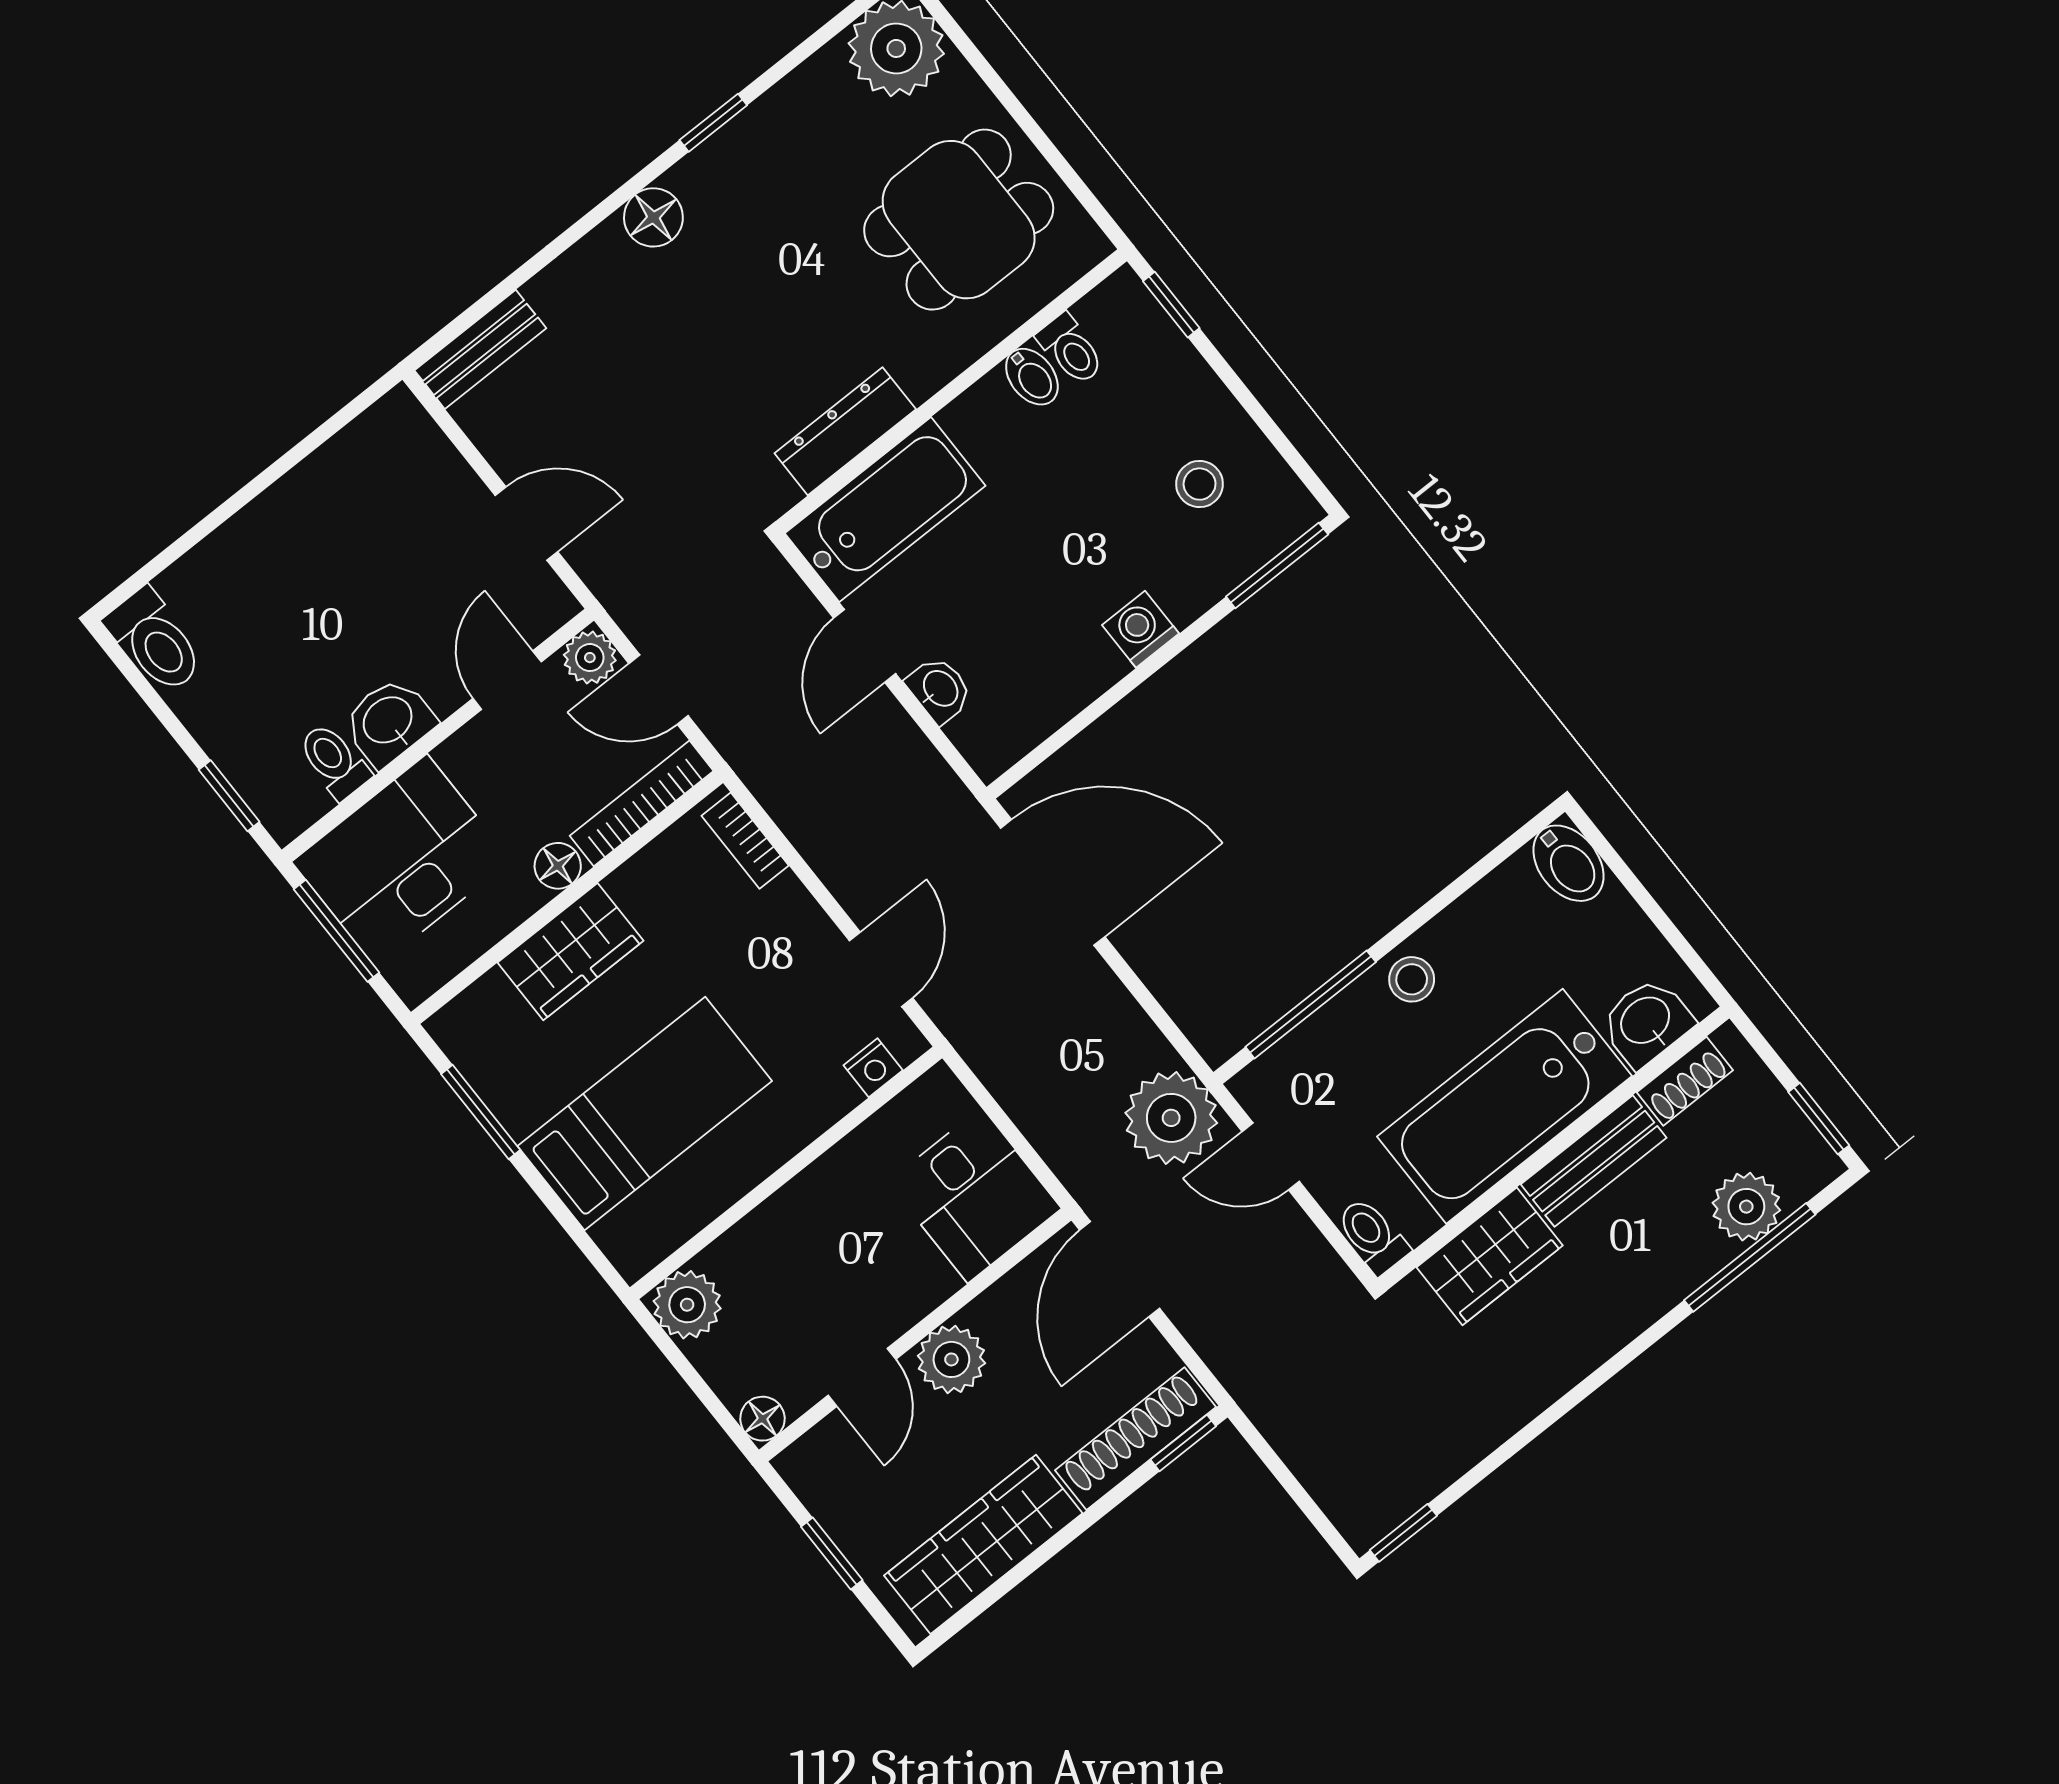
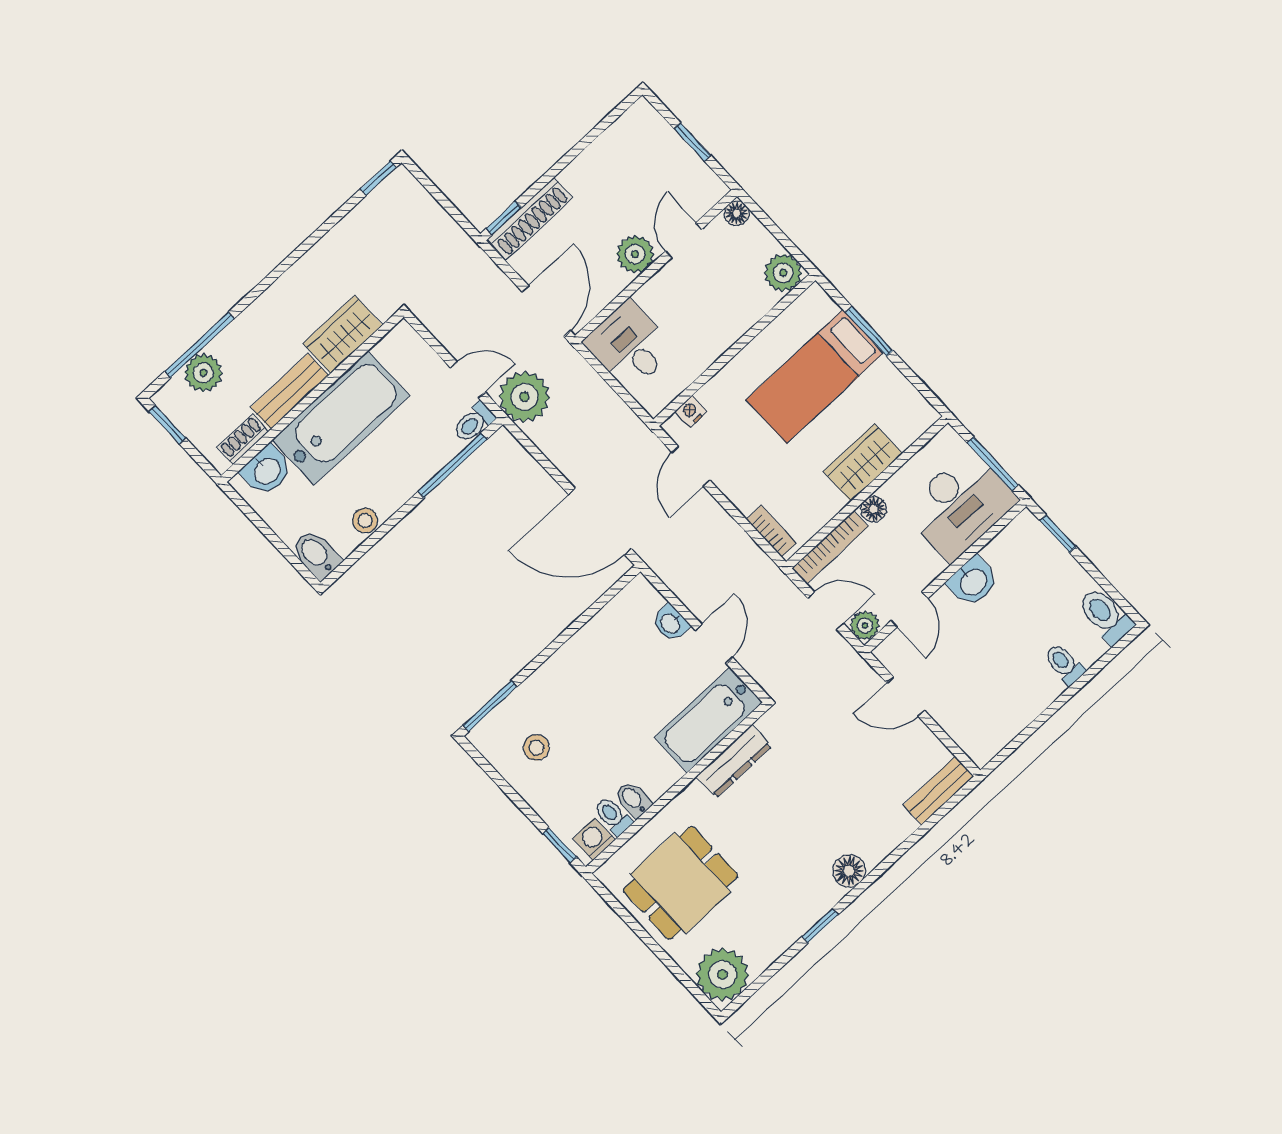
washing machine: (1140, 629) -> (594, 839), moved, turned 180
toilet: (334, 761) -> (1064, 664), moved, turned 180
stool: (1412, 979) -> (365, 520), moved
window: (481, 1112) -> (869, 331), moved
toilet: (1372, 1236) -> (474, 422), moved, turned 90
wardrobe: (983, 1544) -> (609, 154), removed

